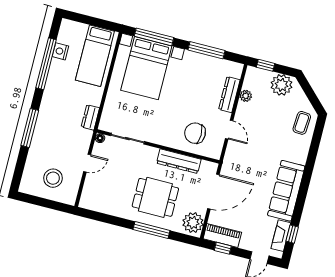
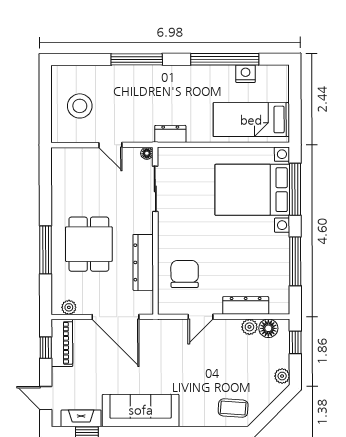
floor lamp: (250, 82) -> (268, 328), added
plant: (281, 85) -> (282, 376), width x0.53, depth x0.53
plant: (193, 223) -> (69, 307), width x0.53, depth x0.53

